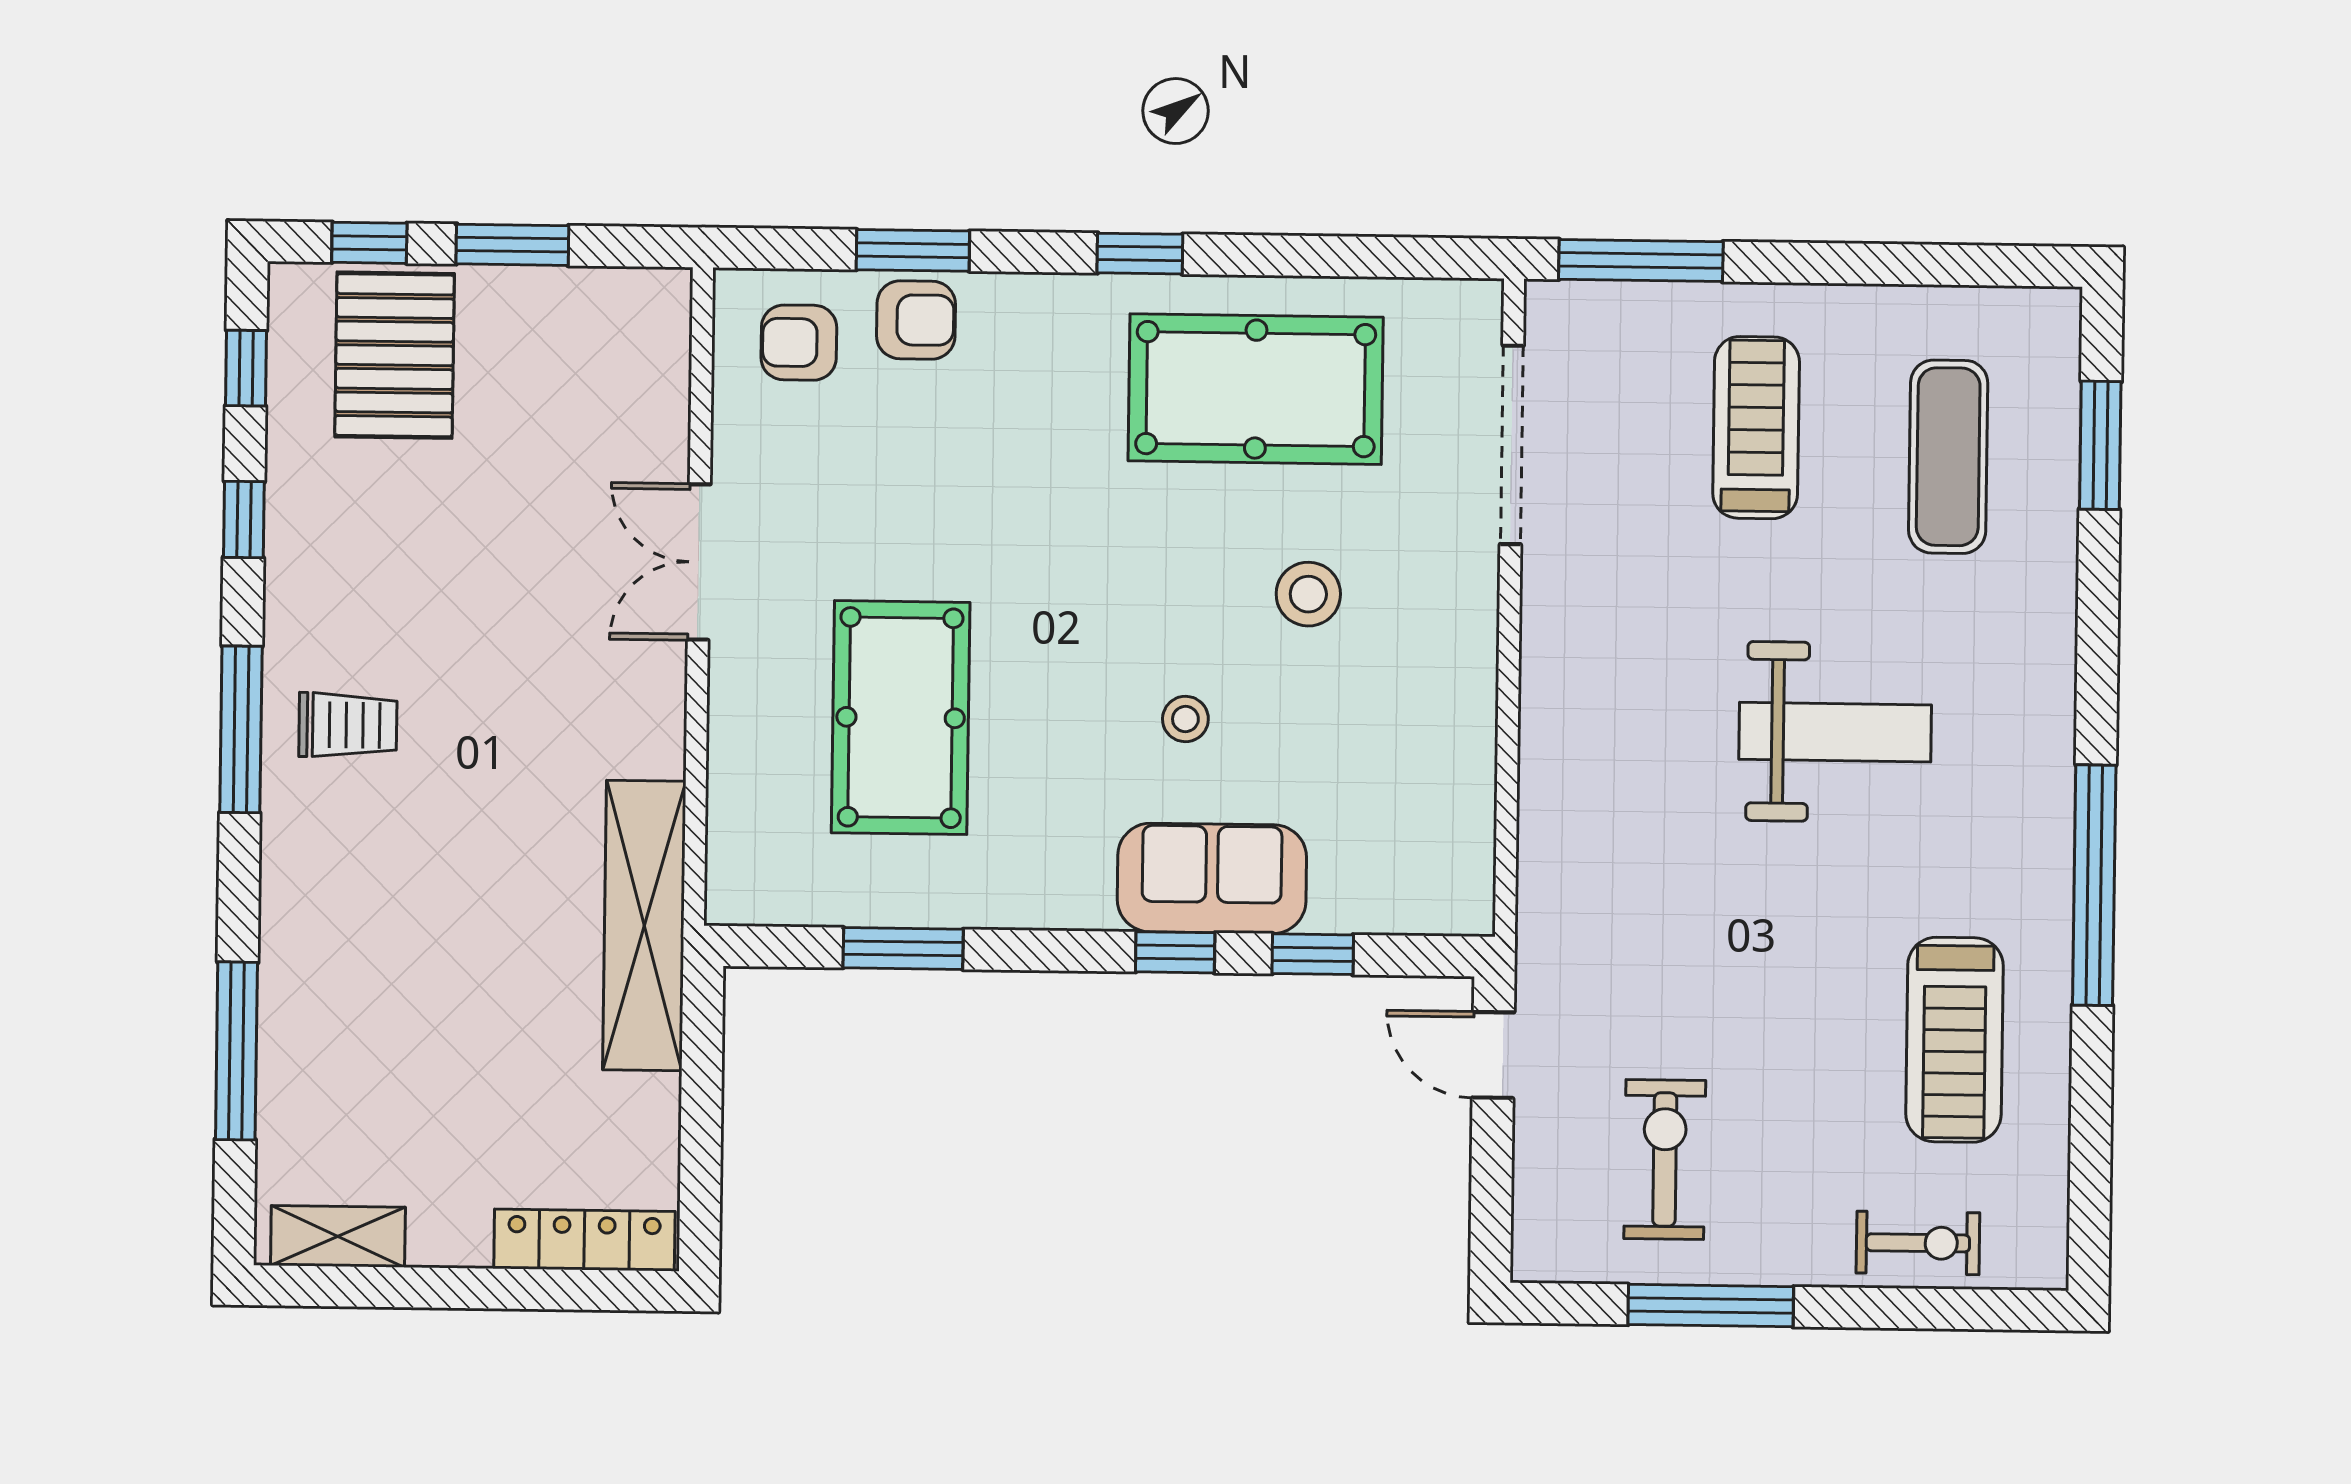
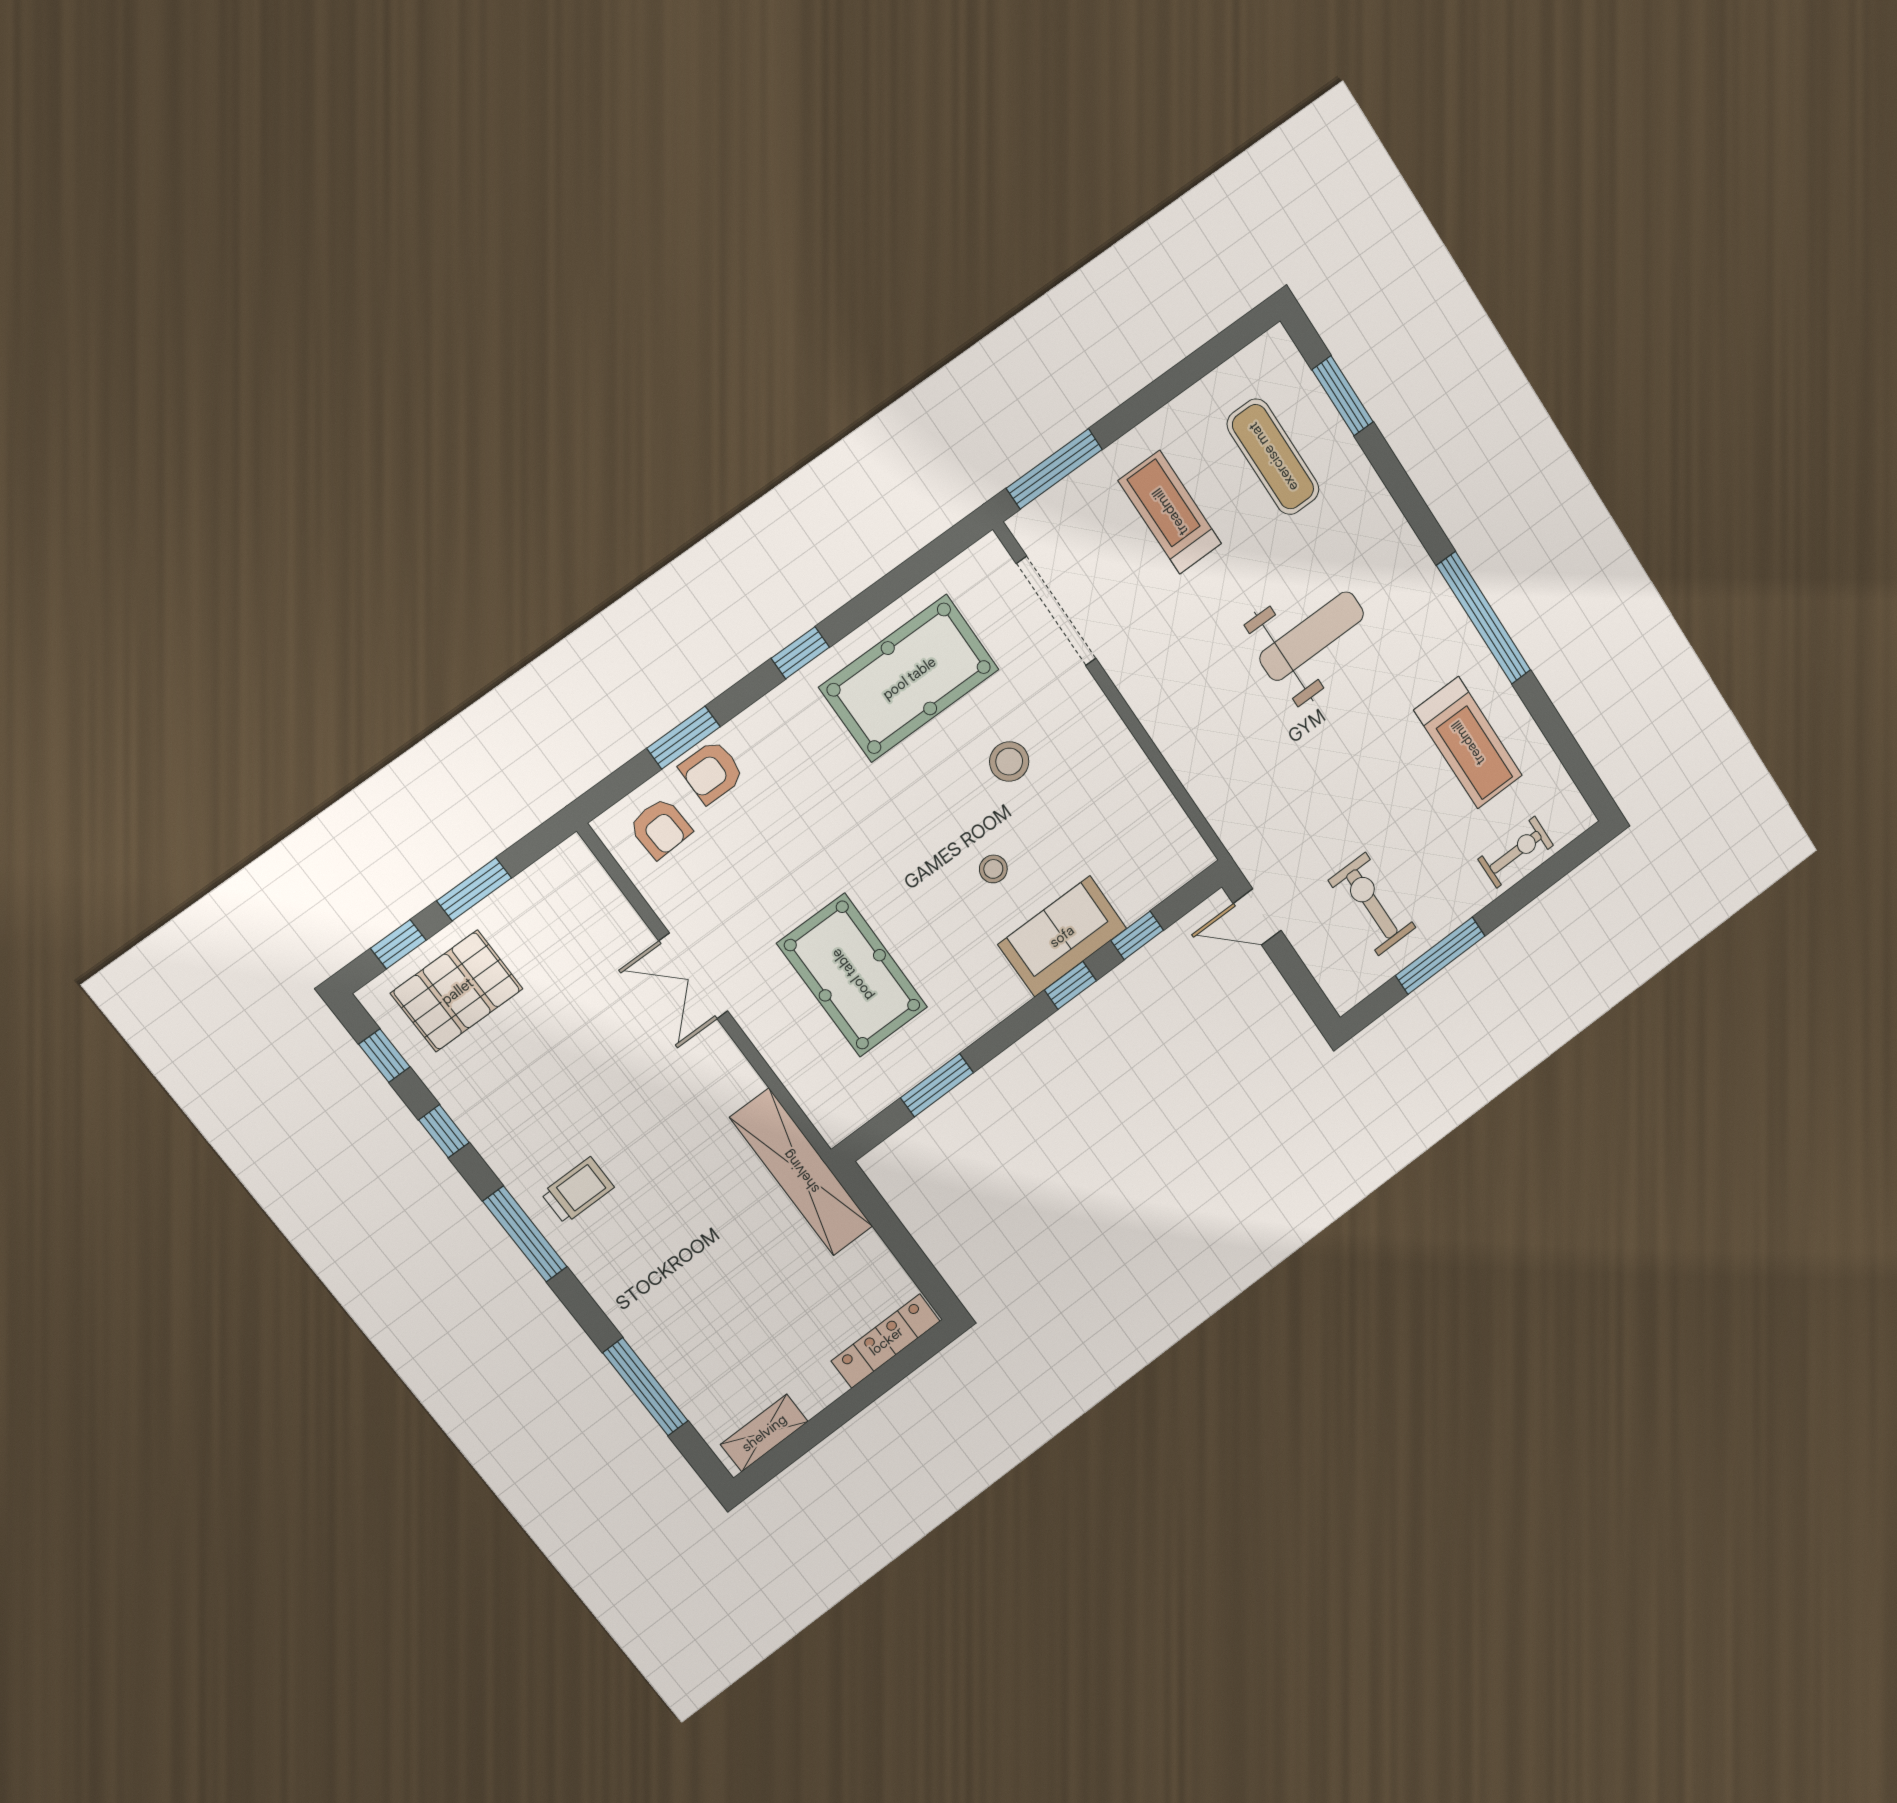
armchair: (916, 320) -> (712, 772), turned 180
armchair: (799, 343) -> (660, 828), turned -93
pallet: (395, 355) -> (457, 991), turned 90

